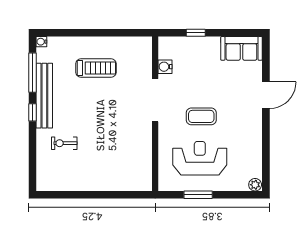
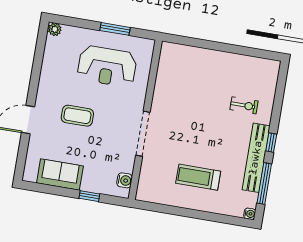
sofa: (241, 48) -> (60, 175), moved
water cooler: (165, 67) -> (125, 180), moved
coffee table: (201, 116) -> (77, 116), moved

